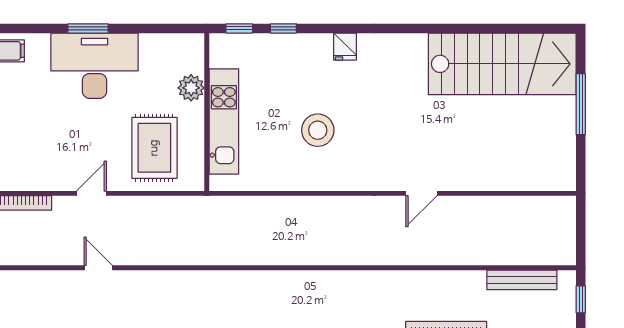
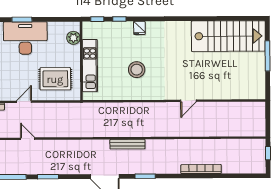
fridge: (345, 47) -> (139, 28), moved
plant: (191, 88) -> (73, 38), moved
rug: (154, 148) -> (55, 79), turned 90
bench: (522, 280) -> (127, 144), moved

